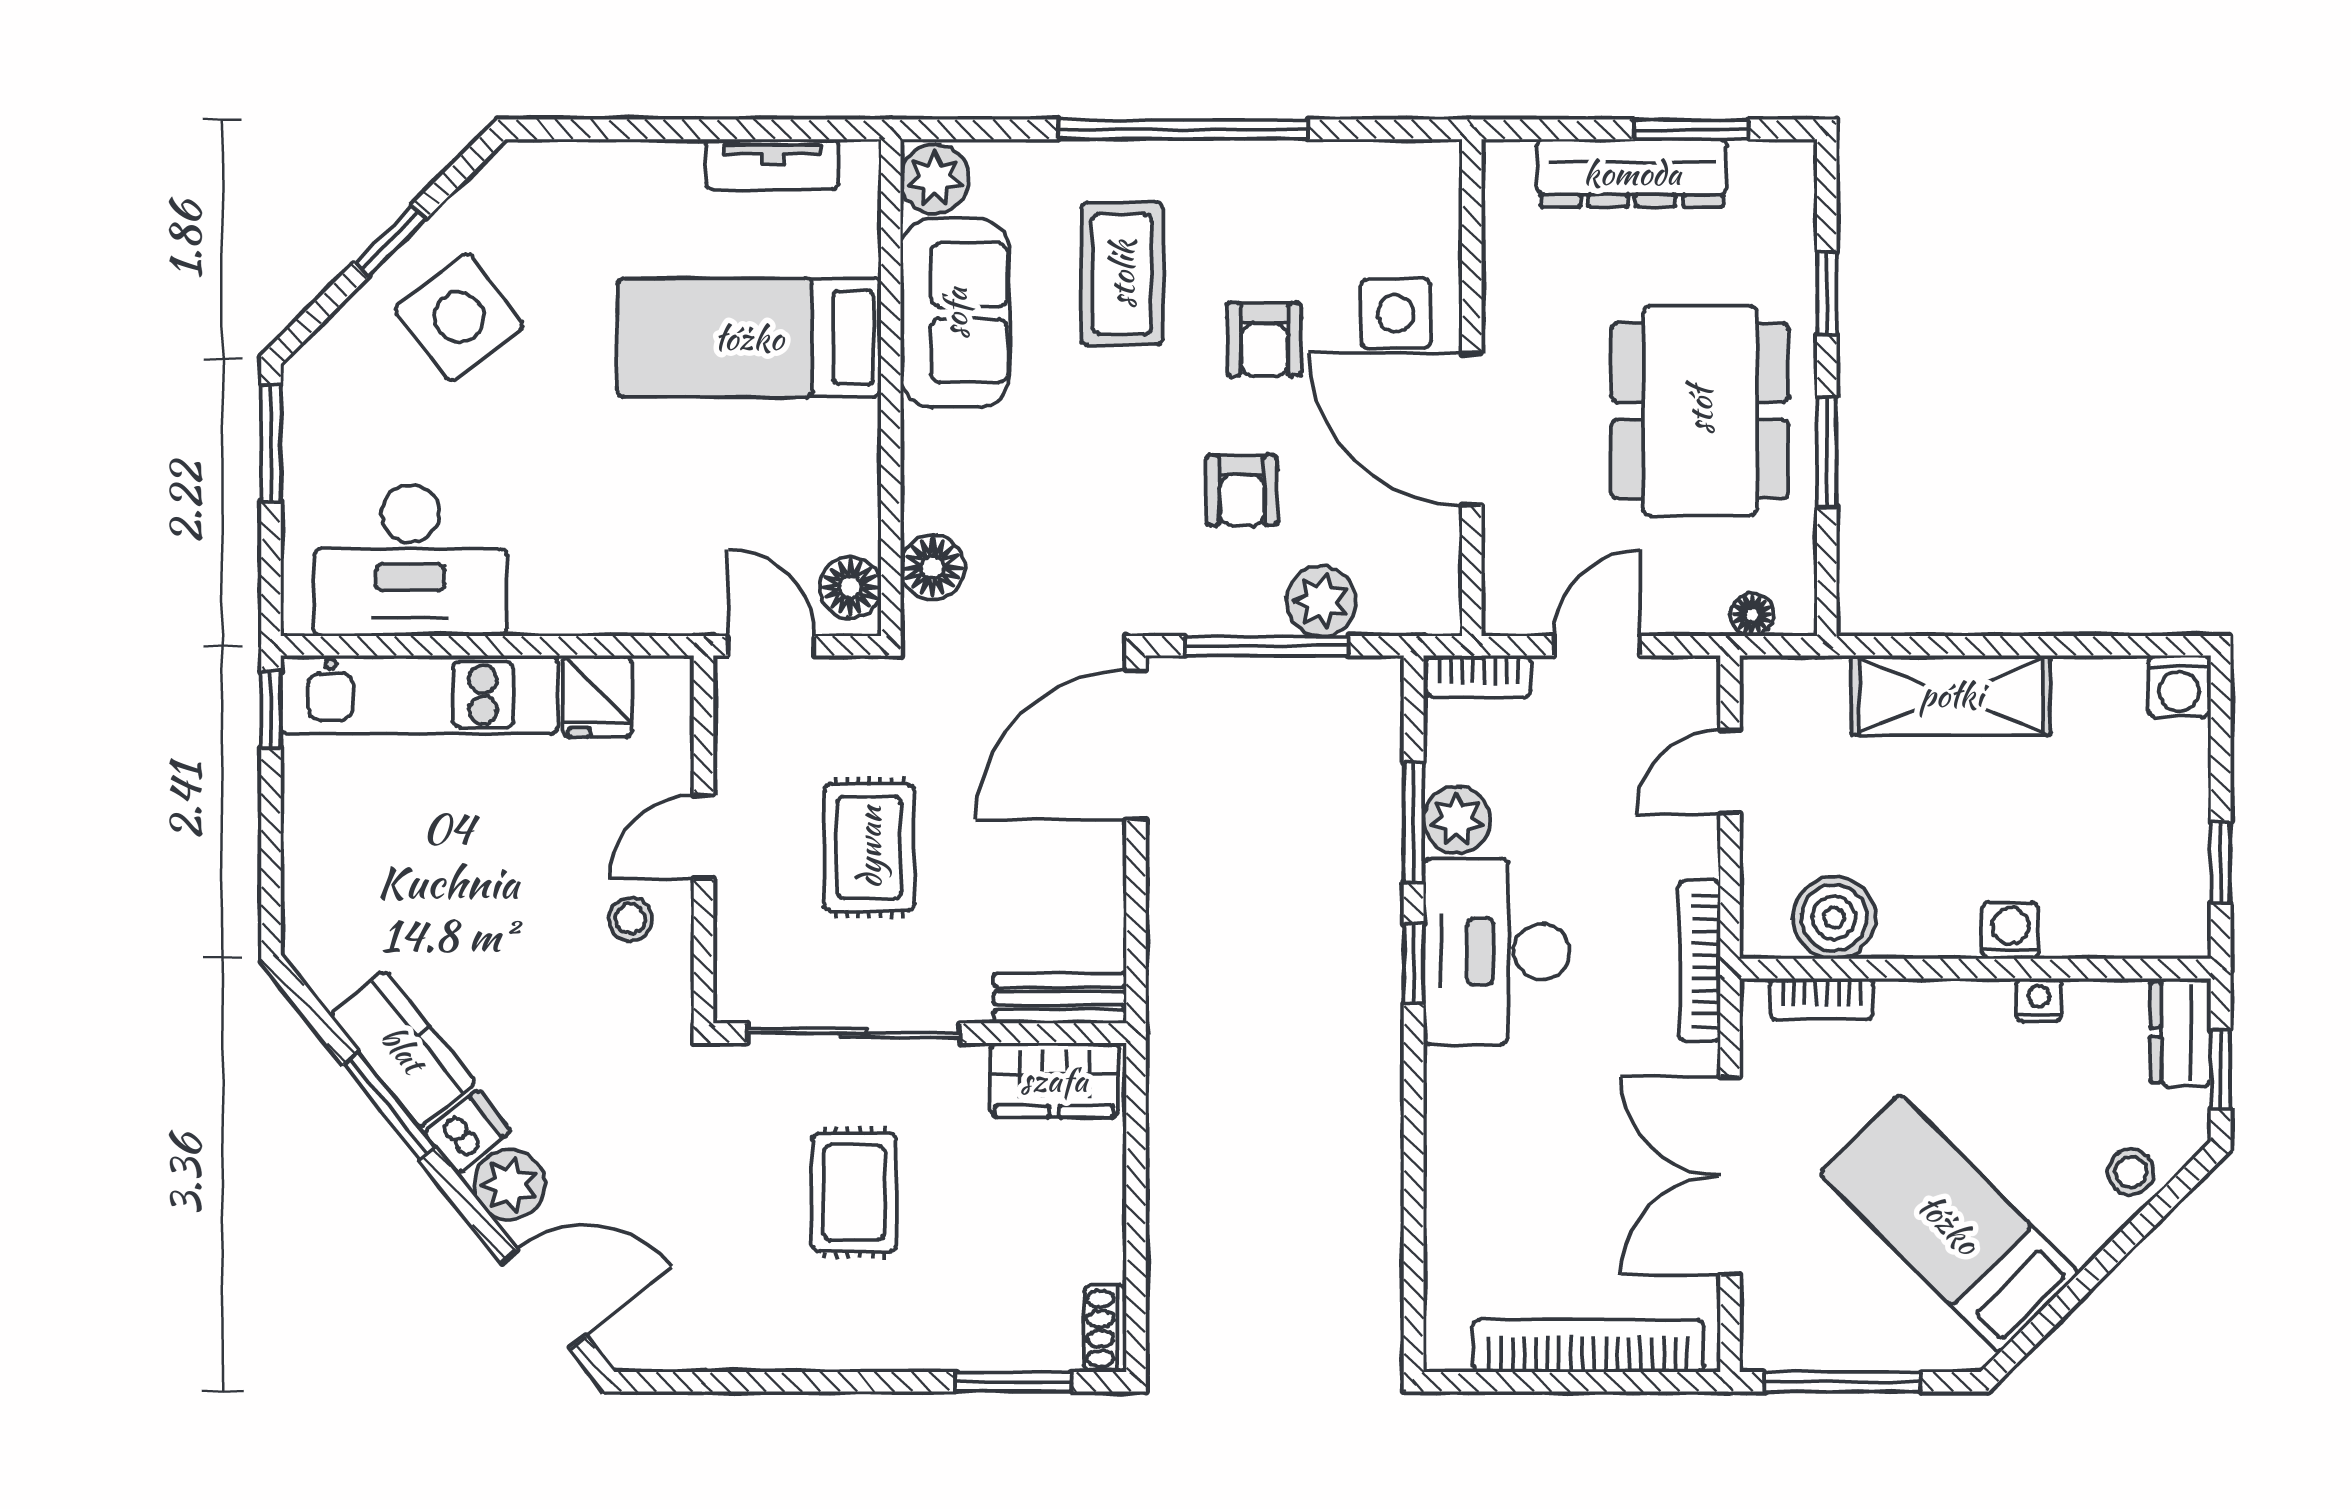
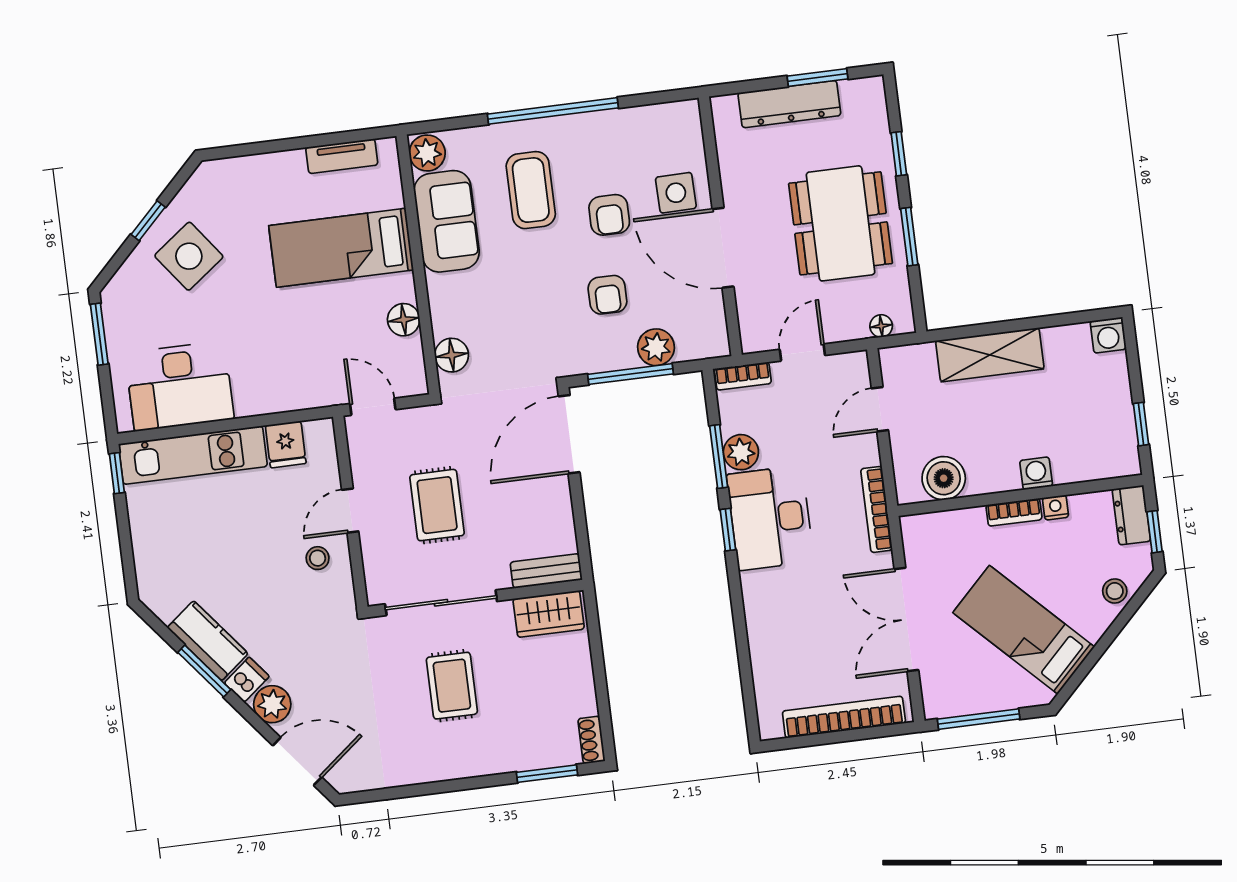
floor lamp: (850, 587) -> (404, 320), moved
bookcase: (1822, 999) -> (1014, 512), moved

